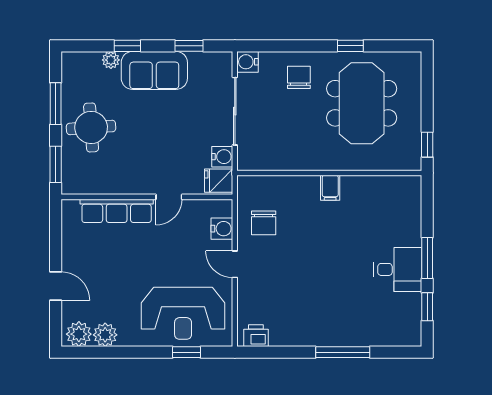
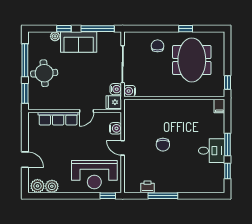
window: (189, 46) -> (98, 29), width x2.17
water cooler: (248, 62) -> (130, 91), moved
window: (56, 104) -> (25, 60), width x1.44
filing cabinet: (330, 188) -> (219, 106), moved
chair: (264, 223) -> (163, 145), moved
printer: (256, 336) -> (148, 187), moved
window: (187, 352) -> (108, 196), moved
window: (343, 352) -> (163, 196), moved

